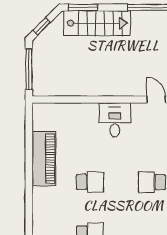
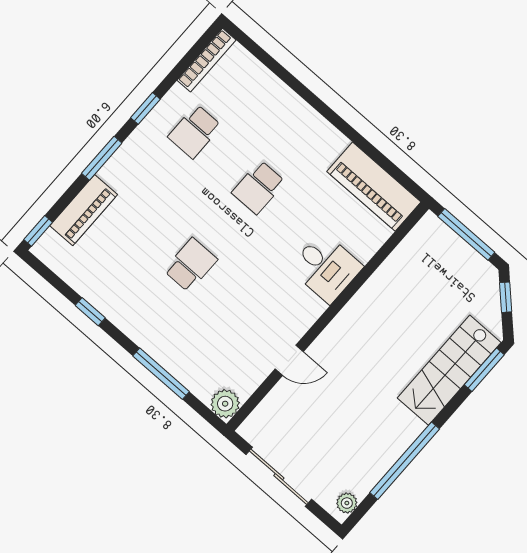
desk: (115, 120) -> (326, 267), moved
piano: (44, 159) -> (374, 187), moved

